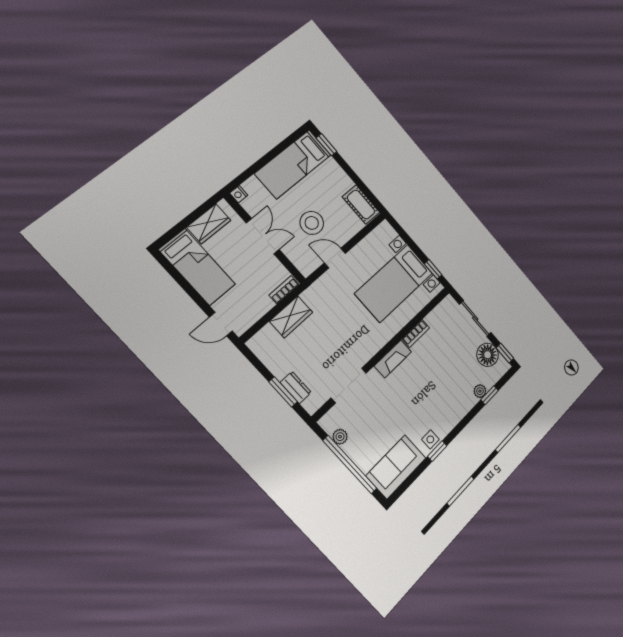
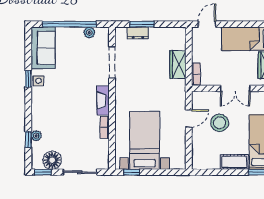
cot: (361, 205) -> (234, 162), moved

